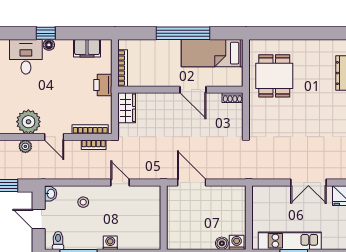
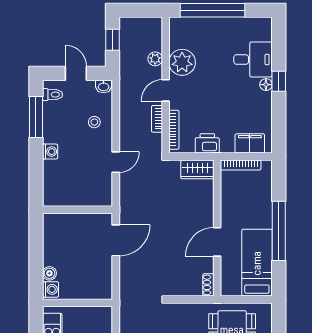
filing cabinet: (87, 48) -> (250, 143), moved, turned 90
printer: (103, 85) -> (207, 143), moved
bookcase: (94, 145) -> (157, 119), moved
door: (39, 219) -> (76, 73), hinge flipped

